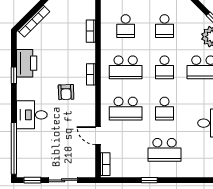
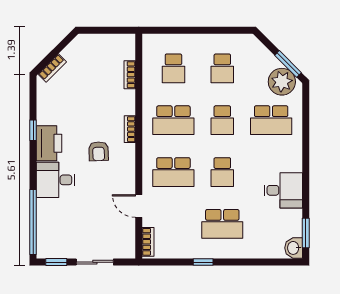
bookcase: (34, 21) -> (52, 68), width x0.64
printer: (27, 63) -> (49, 143), moved

